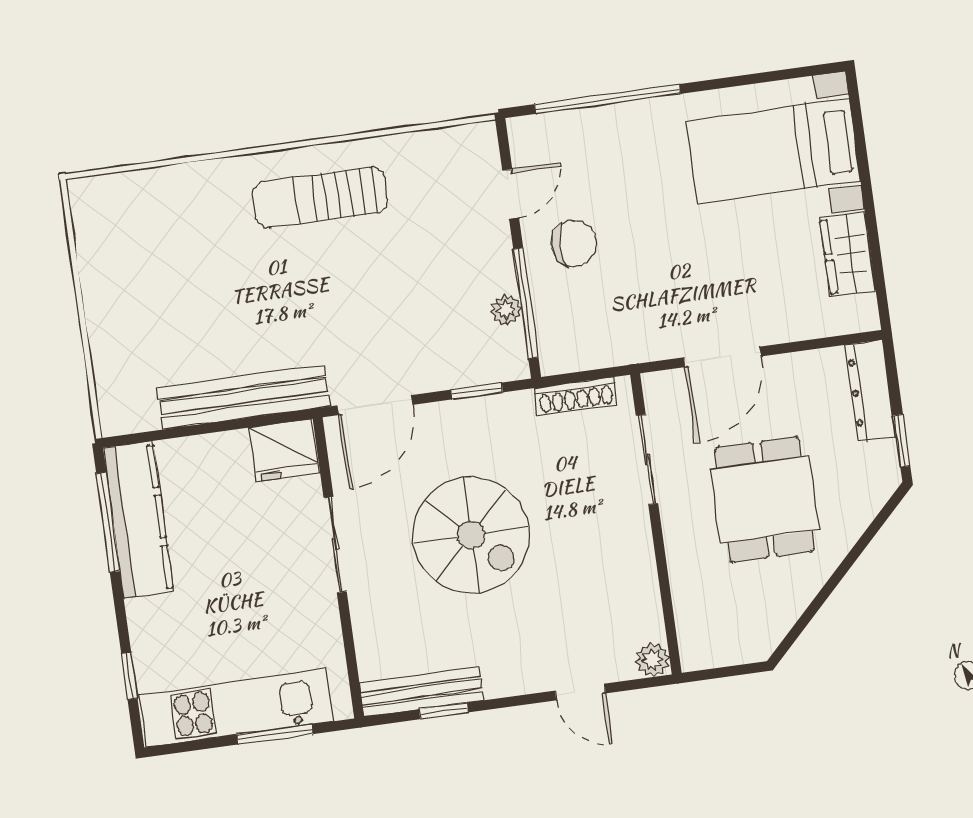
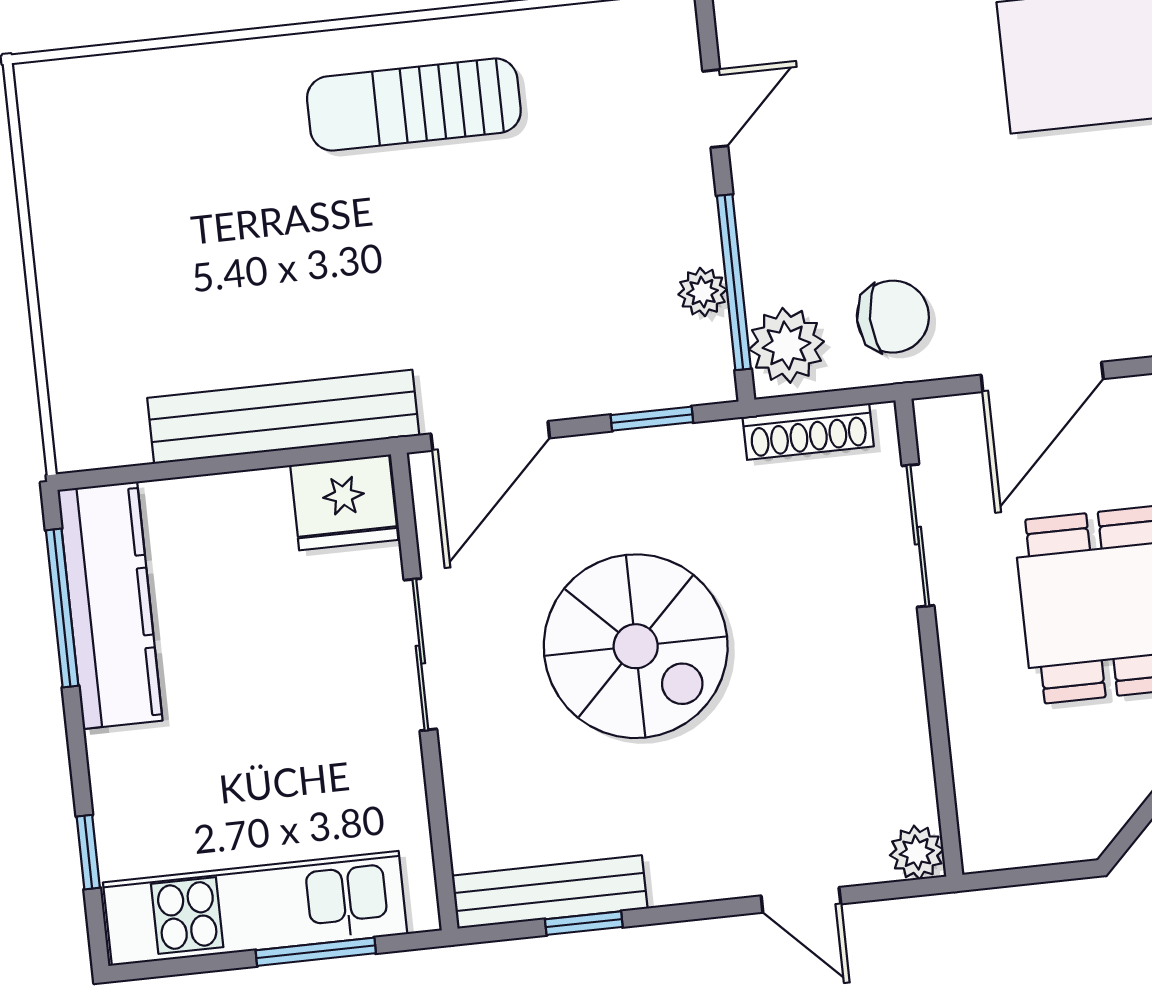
chair: (574, 243) -> (893, 317), moved
plant: (560, 342) -> (786, 345), added

